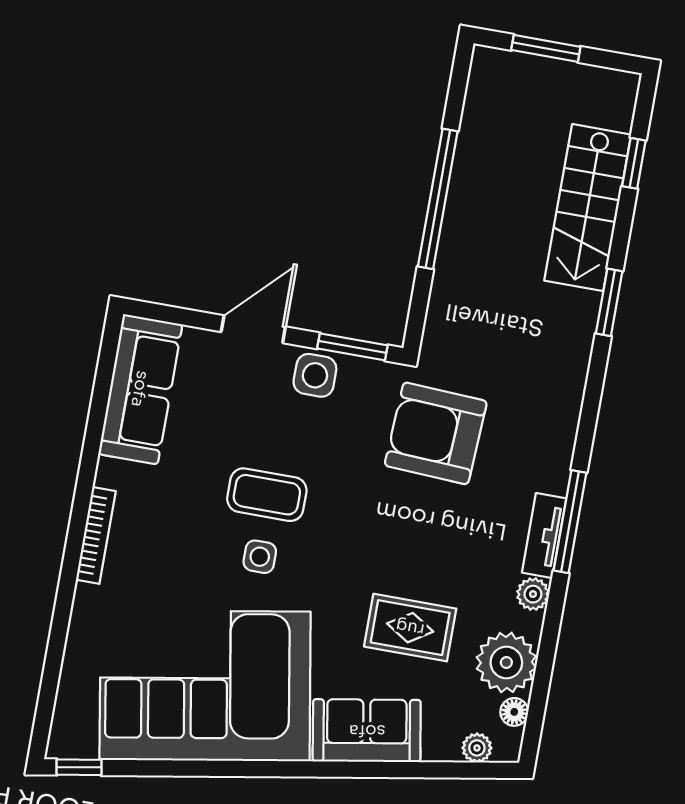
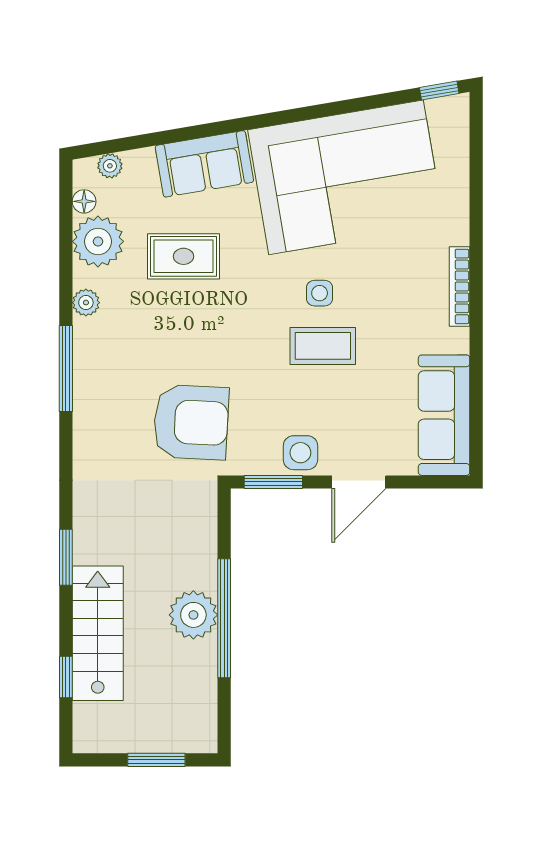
plant: (473, 209) -> (193, 615), added
tv unit: (544, 535) -> (85, 353), removed

